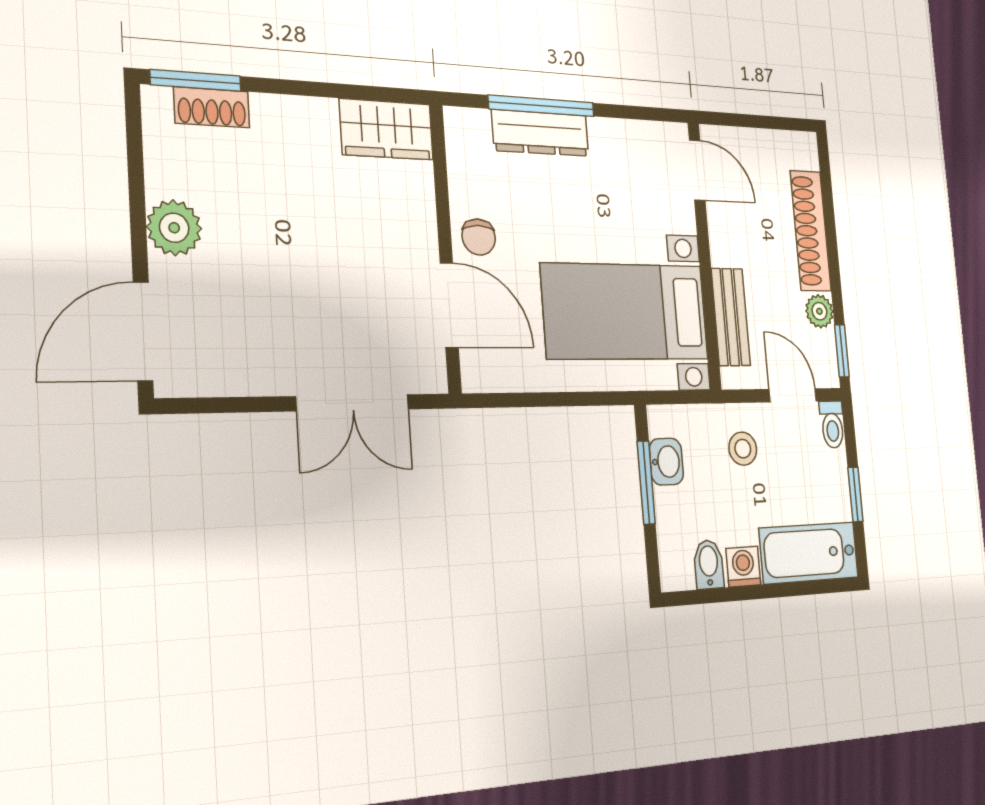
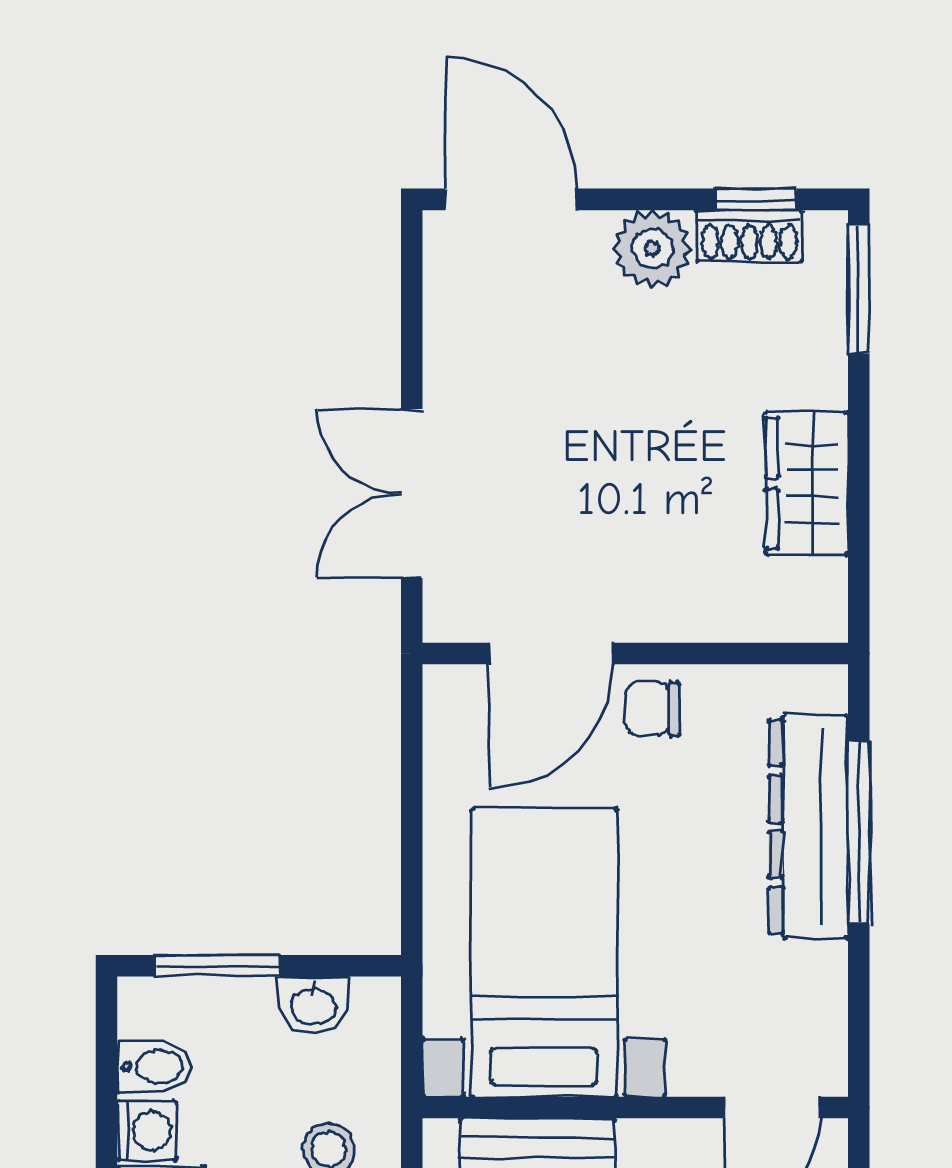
shoe rack: (212, 107) -> (749, 236), moved, turned -90
wardrobe: (386, 129) -> (807, 483), moved
dresser: (540, 133) -> (808, 827), width x1.37, depth x1.24
window: (135, 150) -> (756, 199), added
window: (646, 483) -> (217, 966), moved

